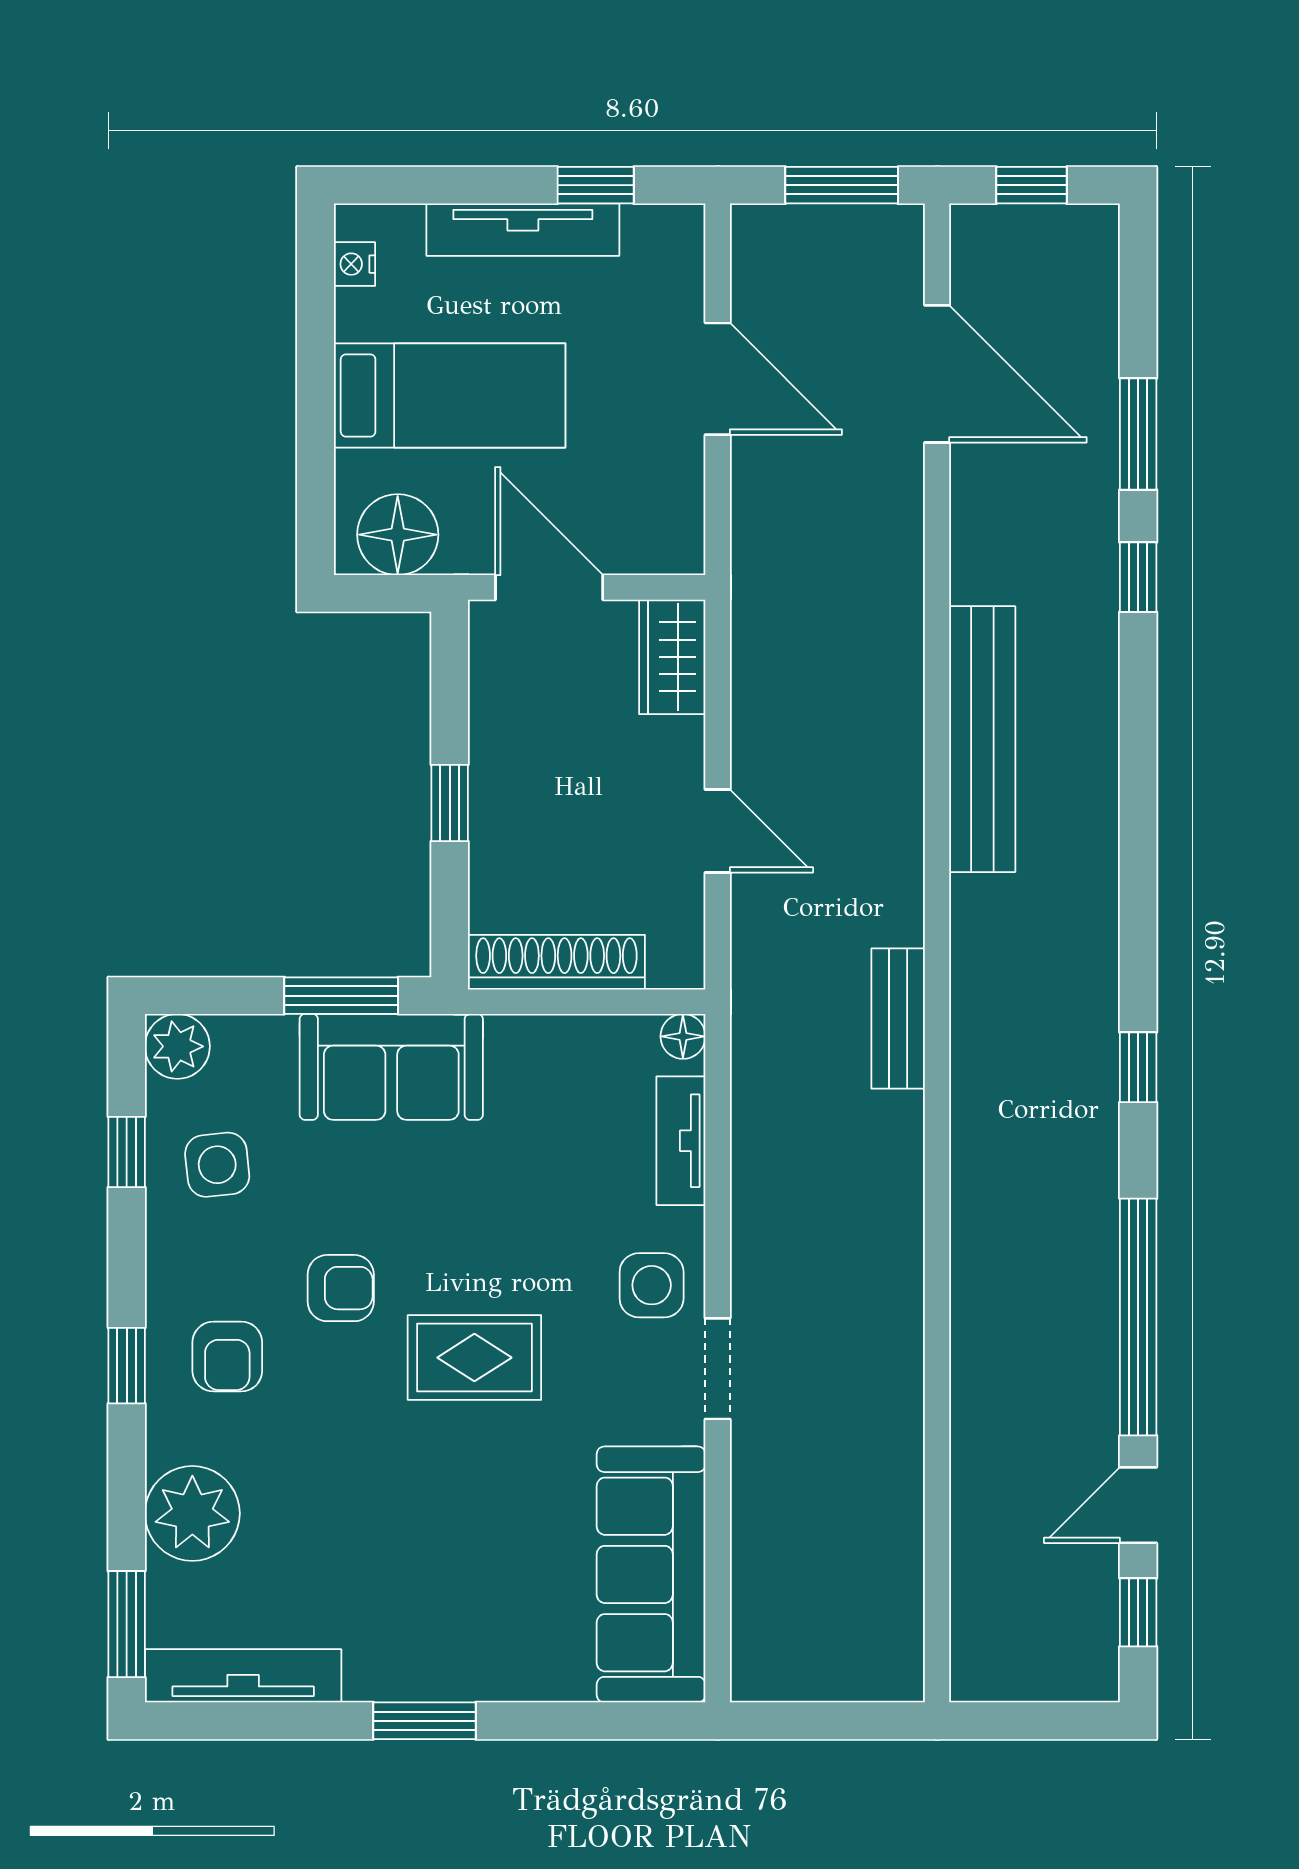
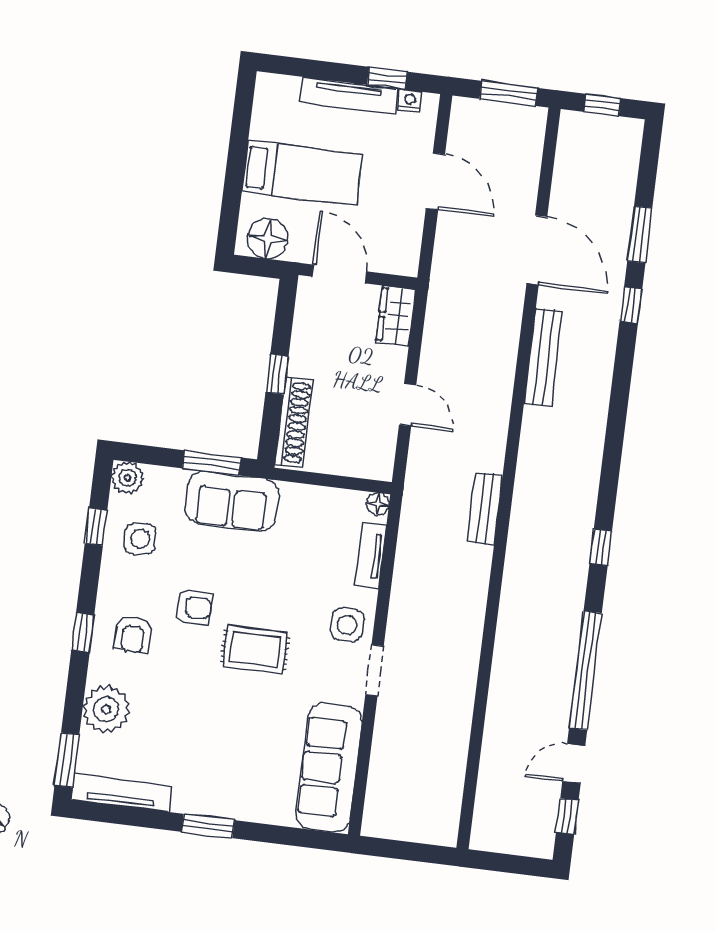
nightstand: (354, 264) -> (410, 101), moved, turned 90
door: (937, 374) -> (537, 250), moved
bench: (982, 739) -> (543, 358), width x0.73, depth x0.82
shoe rack: (556, 962) -> (294, 422), moved, turned 90

